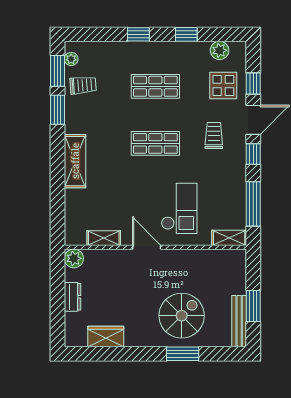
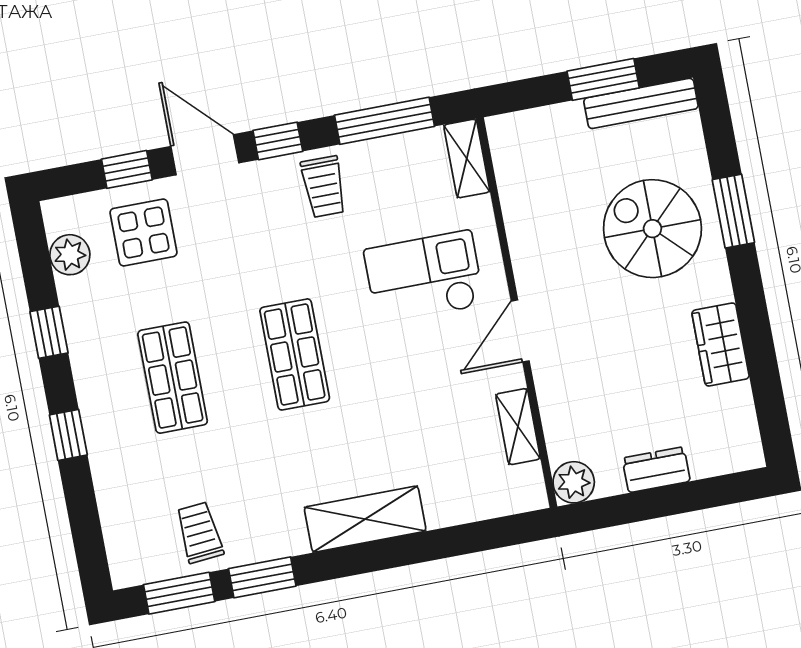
plant: (71, 59) -> (148, 569), removed
trolley: (214, 135) -> (324, 187), moved, turned -90
wardrobe: (106, 336) -> (721, 345), moved

